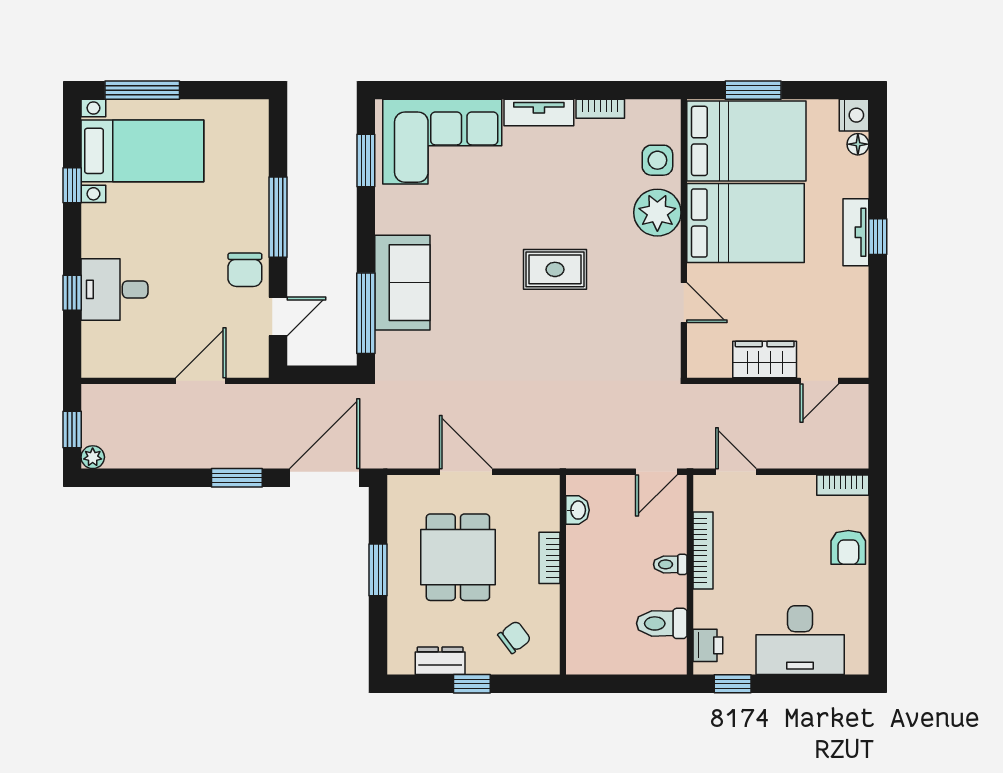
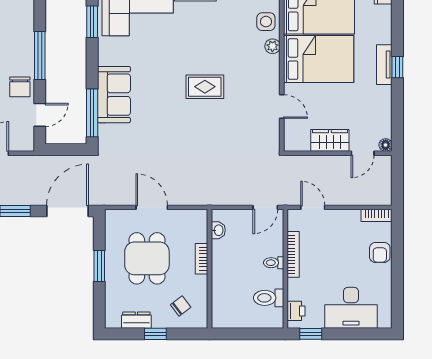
floor lamp: (858, 144) -> (386, 145), moved
plant: (657, 213) -> (272, 46), width x0.53, depth x0.53

